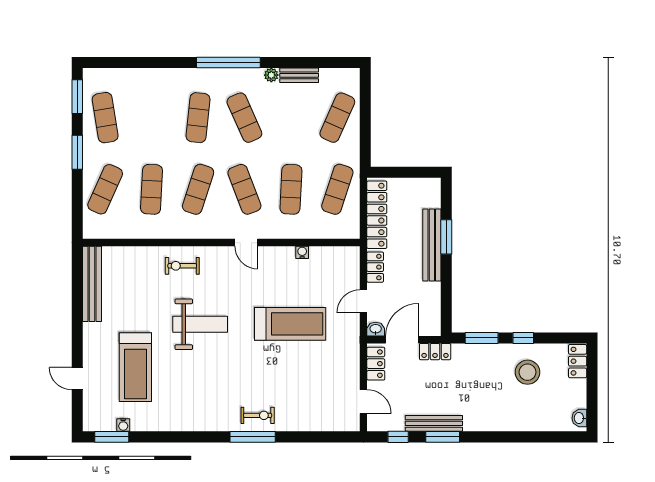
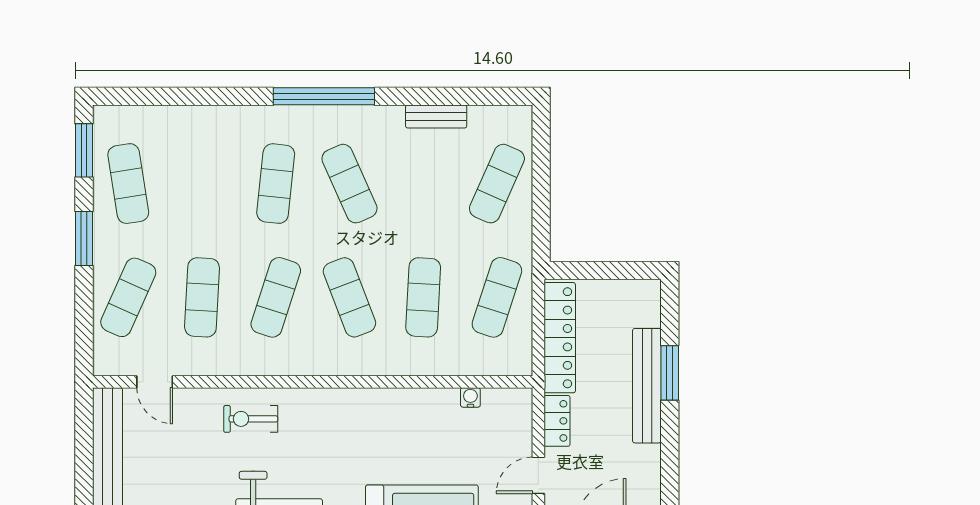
plant: (271, 75) -> (392, 116), removed
door: (246, 243) -> (155, 382), moved
water cooler: (302, 252) -> (470, 397), moved

